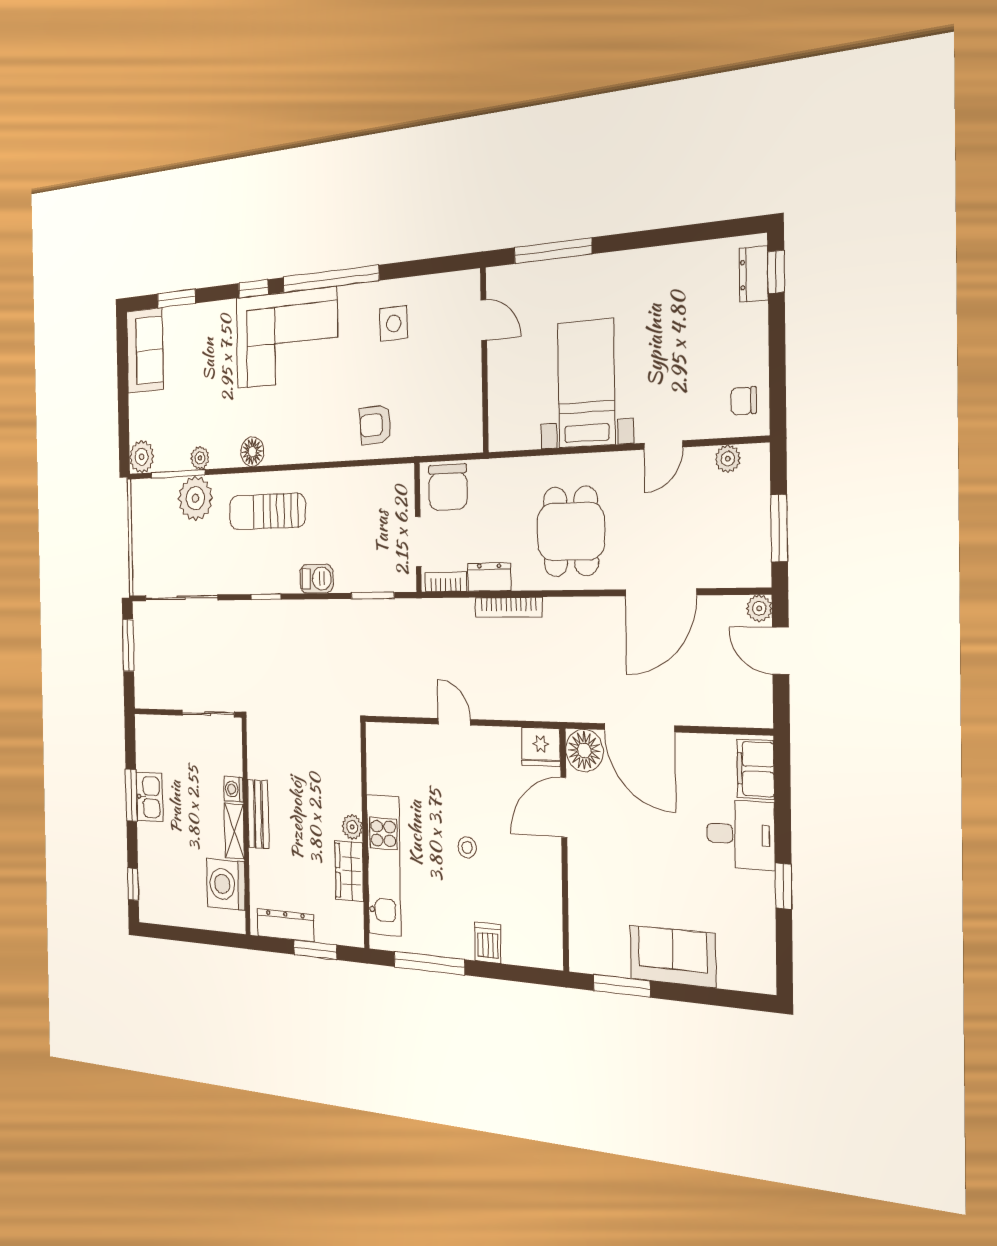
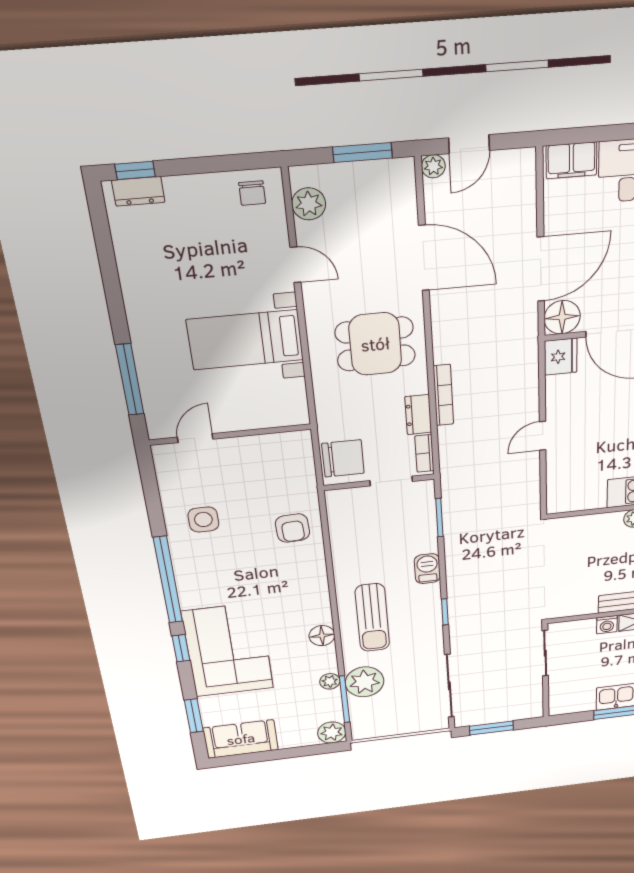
corner sofa: (287, 338) -> (228, 650), moved
plant: (728, 459) -> (309, 204), width x1.38, depth x1.38

